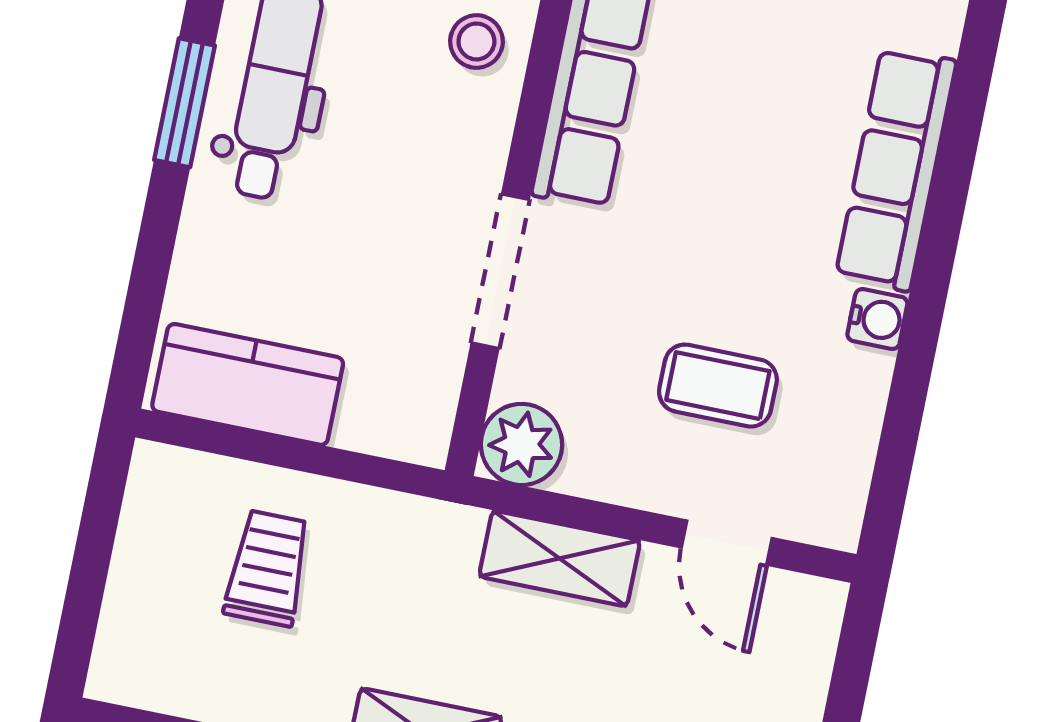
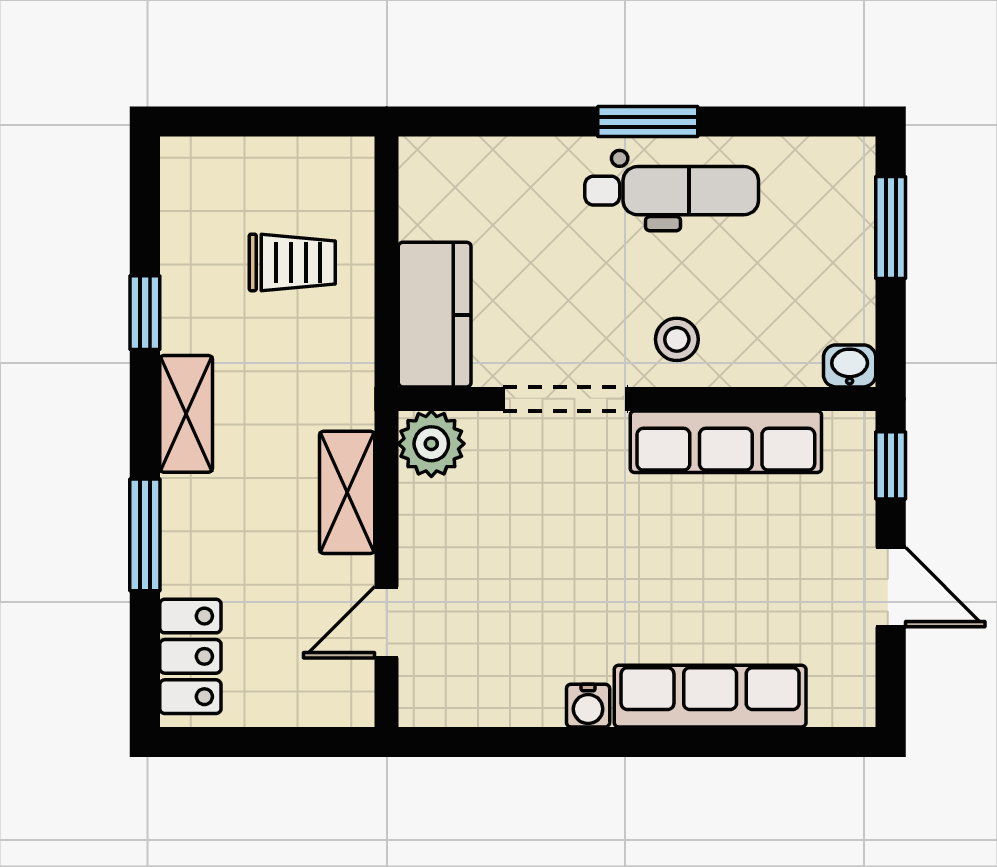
stool: (476, 41) -> (677, 339), moved
kitchen counter: (248, 384) -> (435, 315), moved
coffee table: (718, 386) -> (510, 590), removed

